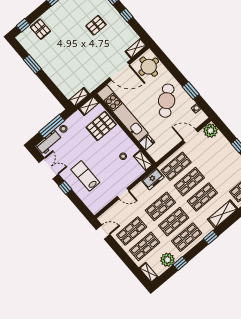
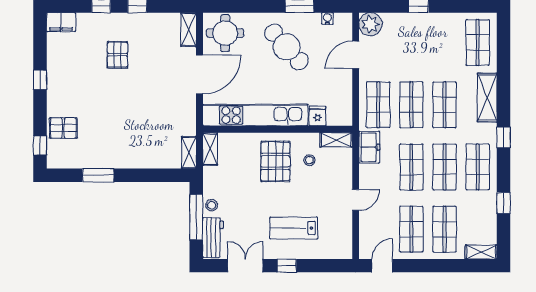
pallet: (101, 126) -> (275, 161), moved
plant: (167, 260) -> (485, 215), removed

